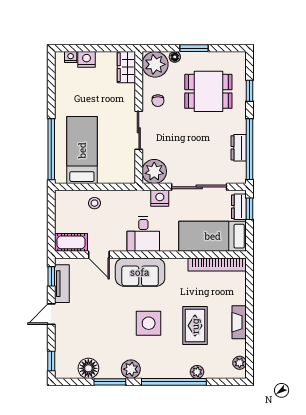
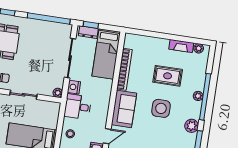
dresser: (239, 148) -> (47, 26), removed
plant: (154, 171) -> (58, 93), width x0.53, depth x0.53
desk: (143, 234) -> (78, 107), moved, turned 180
bookcase: (217, 265) -> (124, 69), moved
fireplace: (239, 322) -> (181, 46), moved
plant: (197, 372) -> (198, 96), moved

